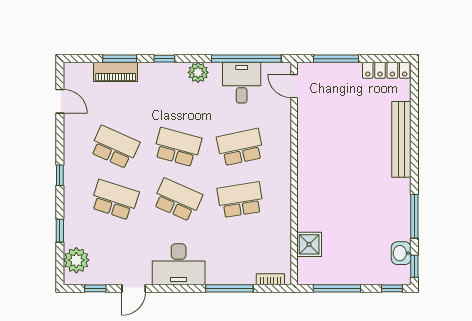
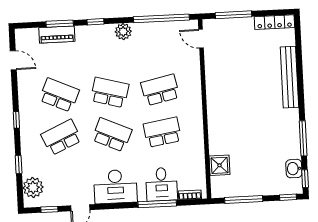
desk: (242, 83) -> (162, 184), moved, turned 180
school desk: (115, 200) -> (61, 137), turned -42

